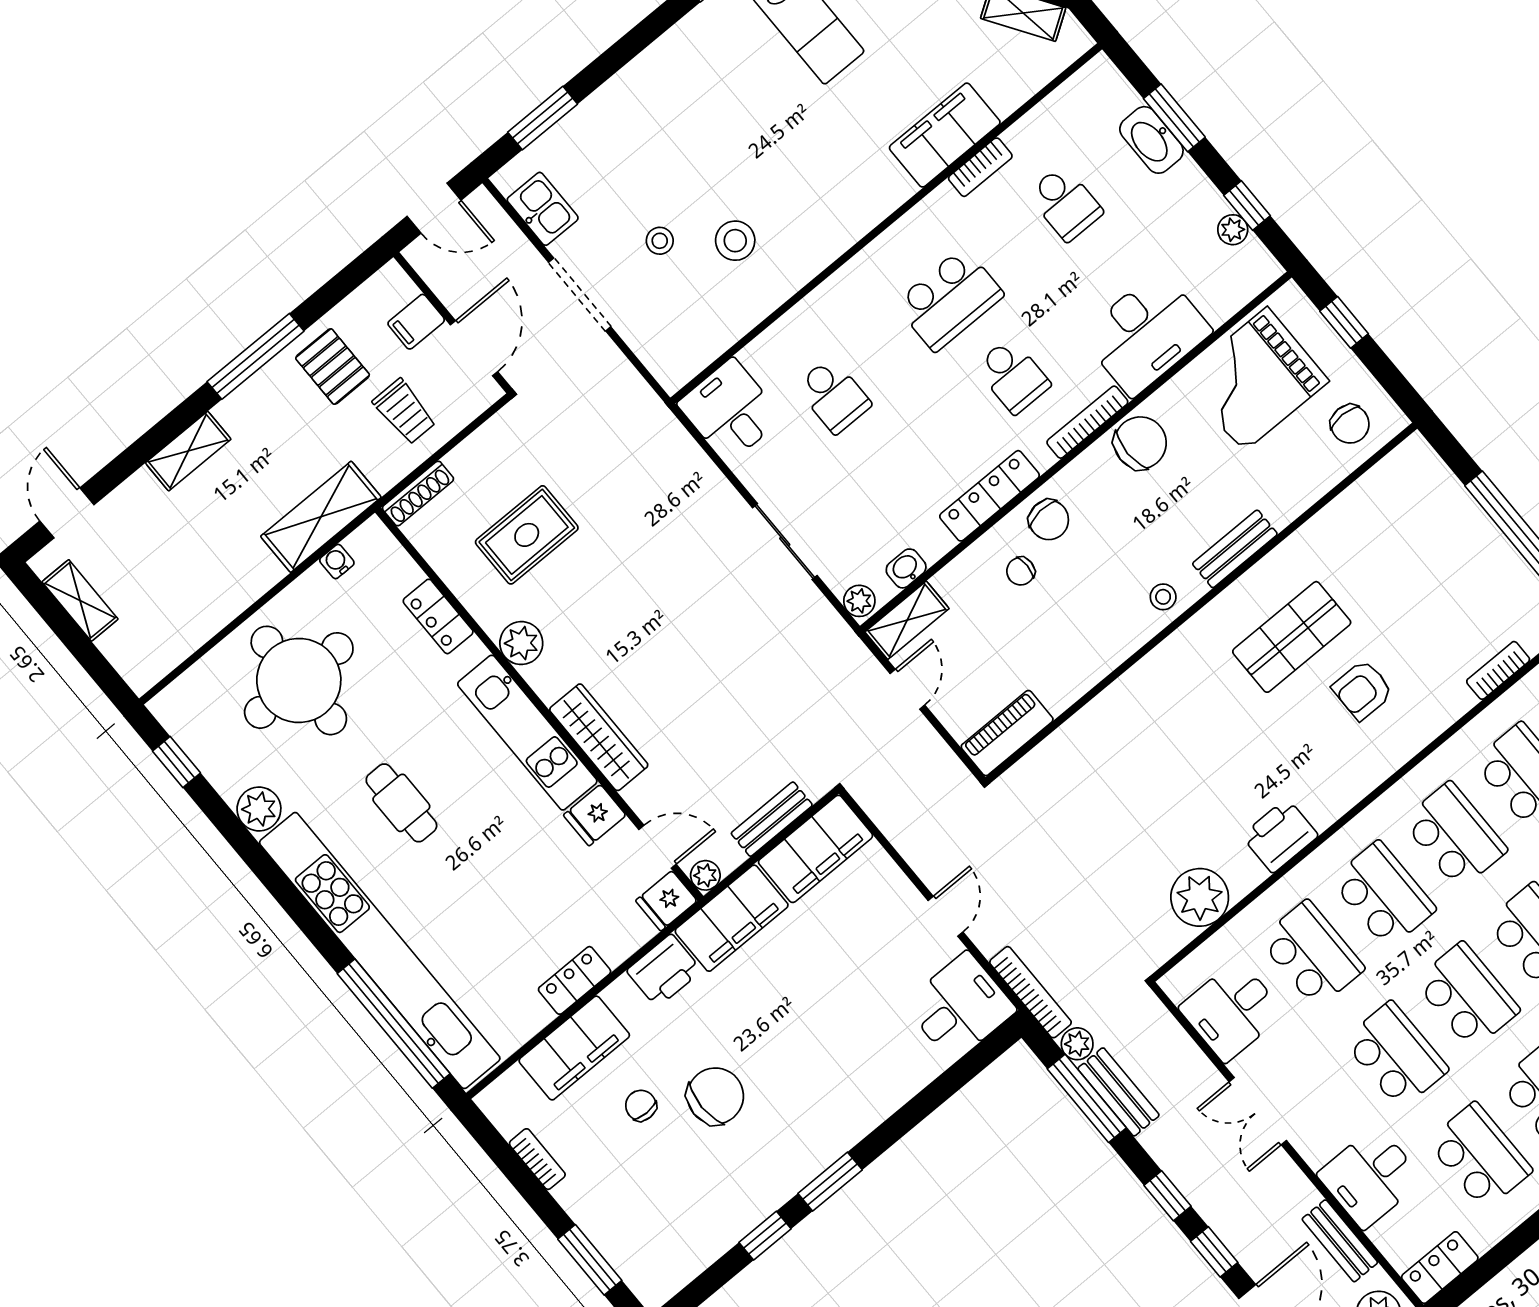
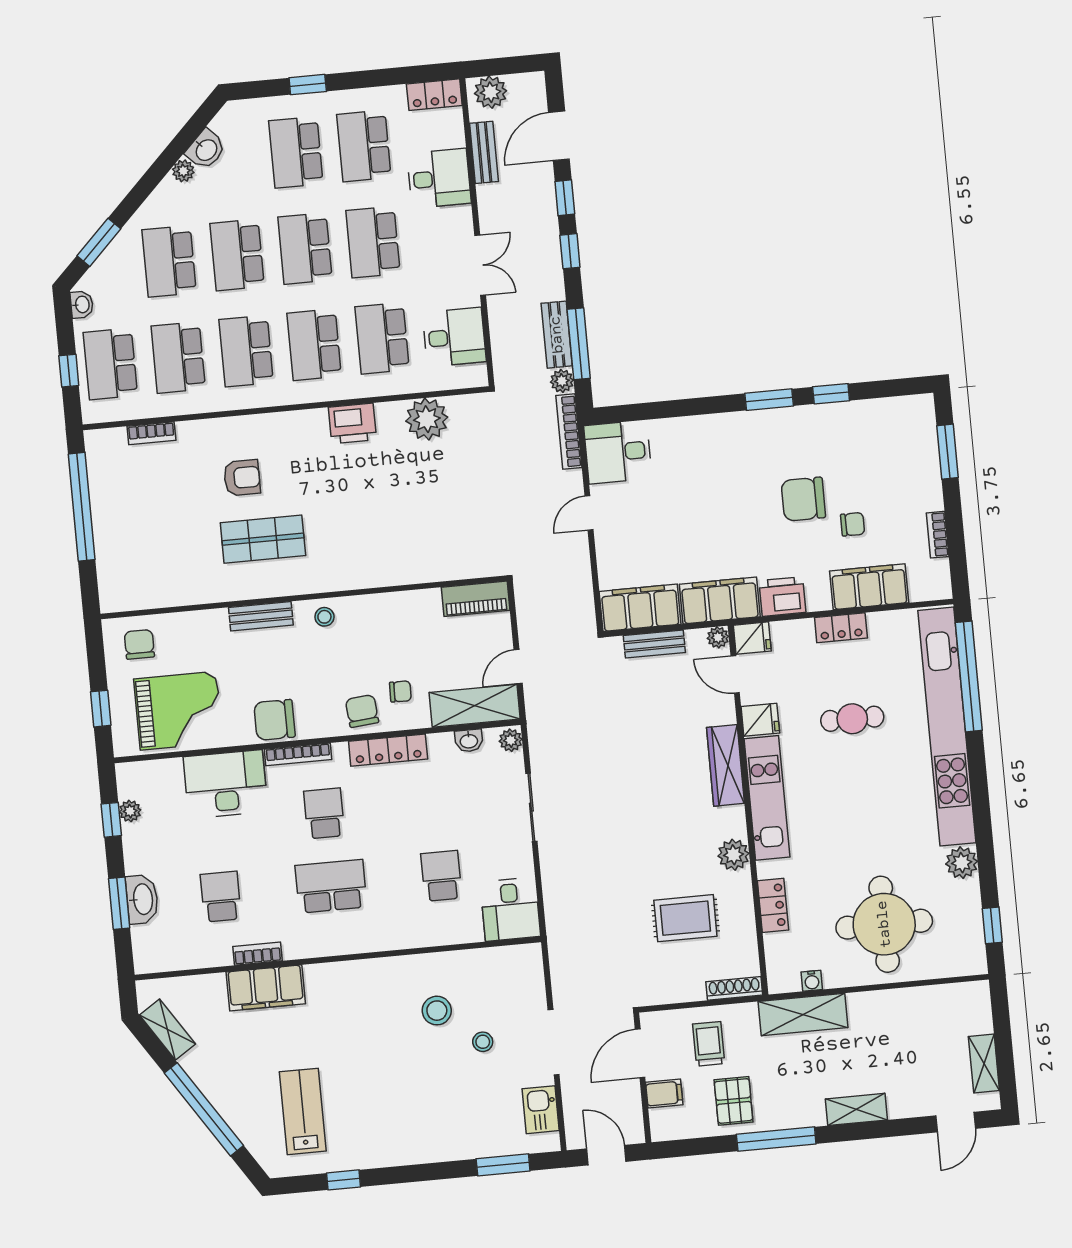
shelving: (907, 620) -> (475, 706), width x1.50, depth x1.33
cafe table: (401, 803) -> (852, 719), moved, turned 90
chair: (641, 1106) -> (853, 524), turned -90

